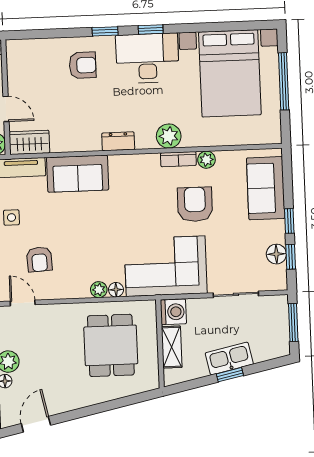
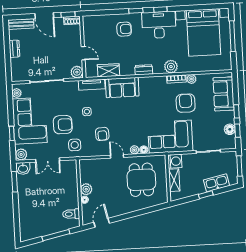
wardrobe: (29, 142) -> (108, 70), moved
door: (23, 303) -> (117, 156), moved
kitchen sink: (229, 359) -> (217, 183), moved

